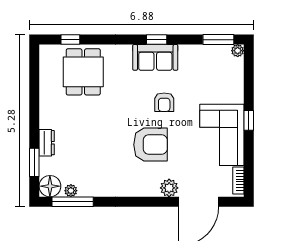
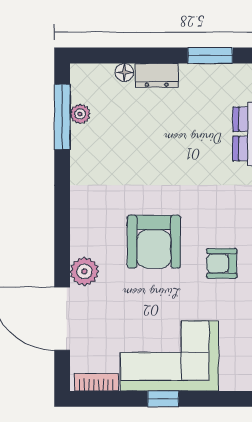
window: (249, 120) -> (163, 399), moved
window: (34, 162) -> (210, 56), moved
floor lamp: (50, 186) -> (124, 72), moved, width x0.53, depth x0.53

